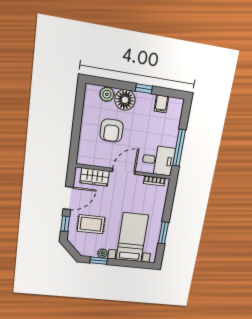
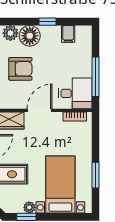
armchair: (112, 131) -> (20, 69), turned -90

